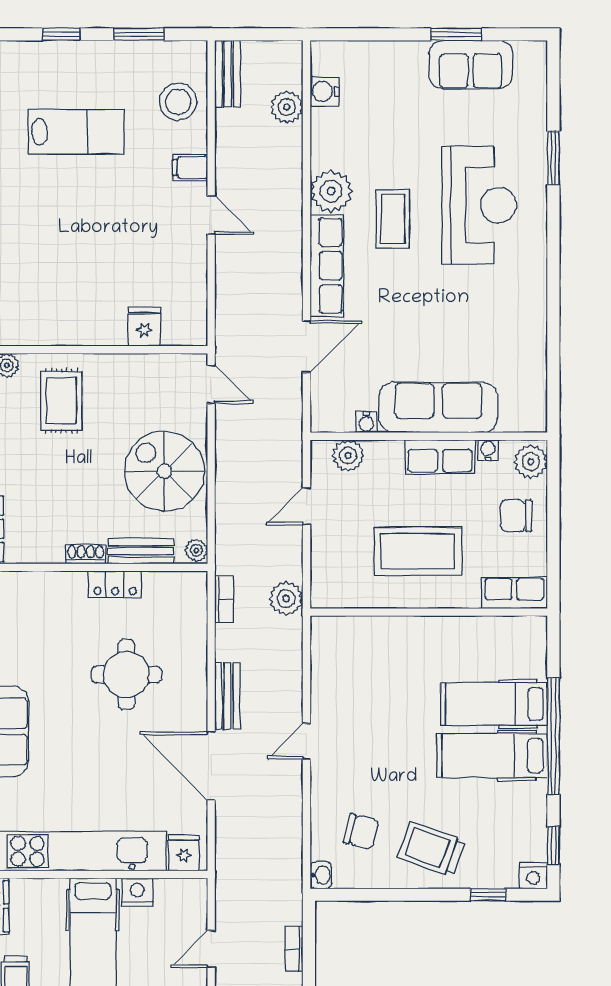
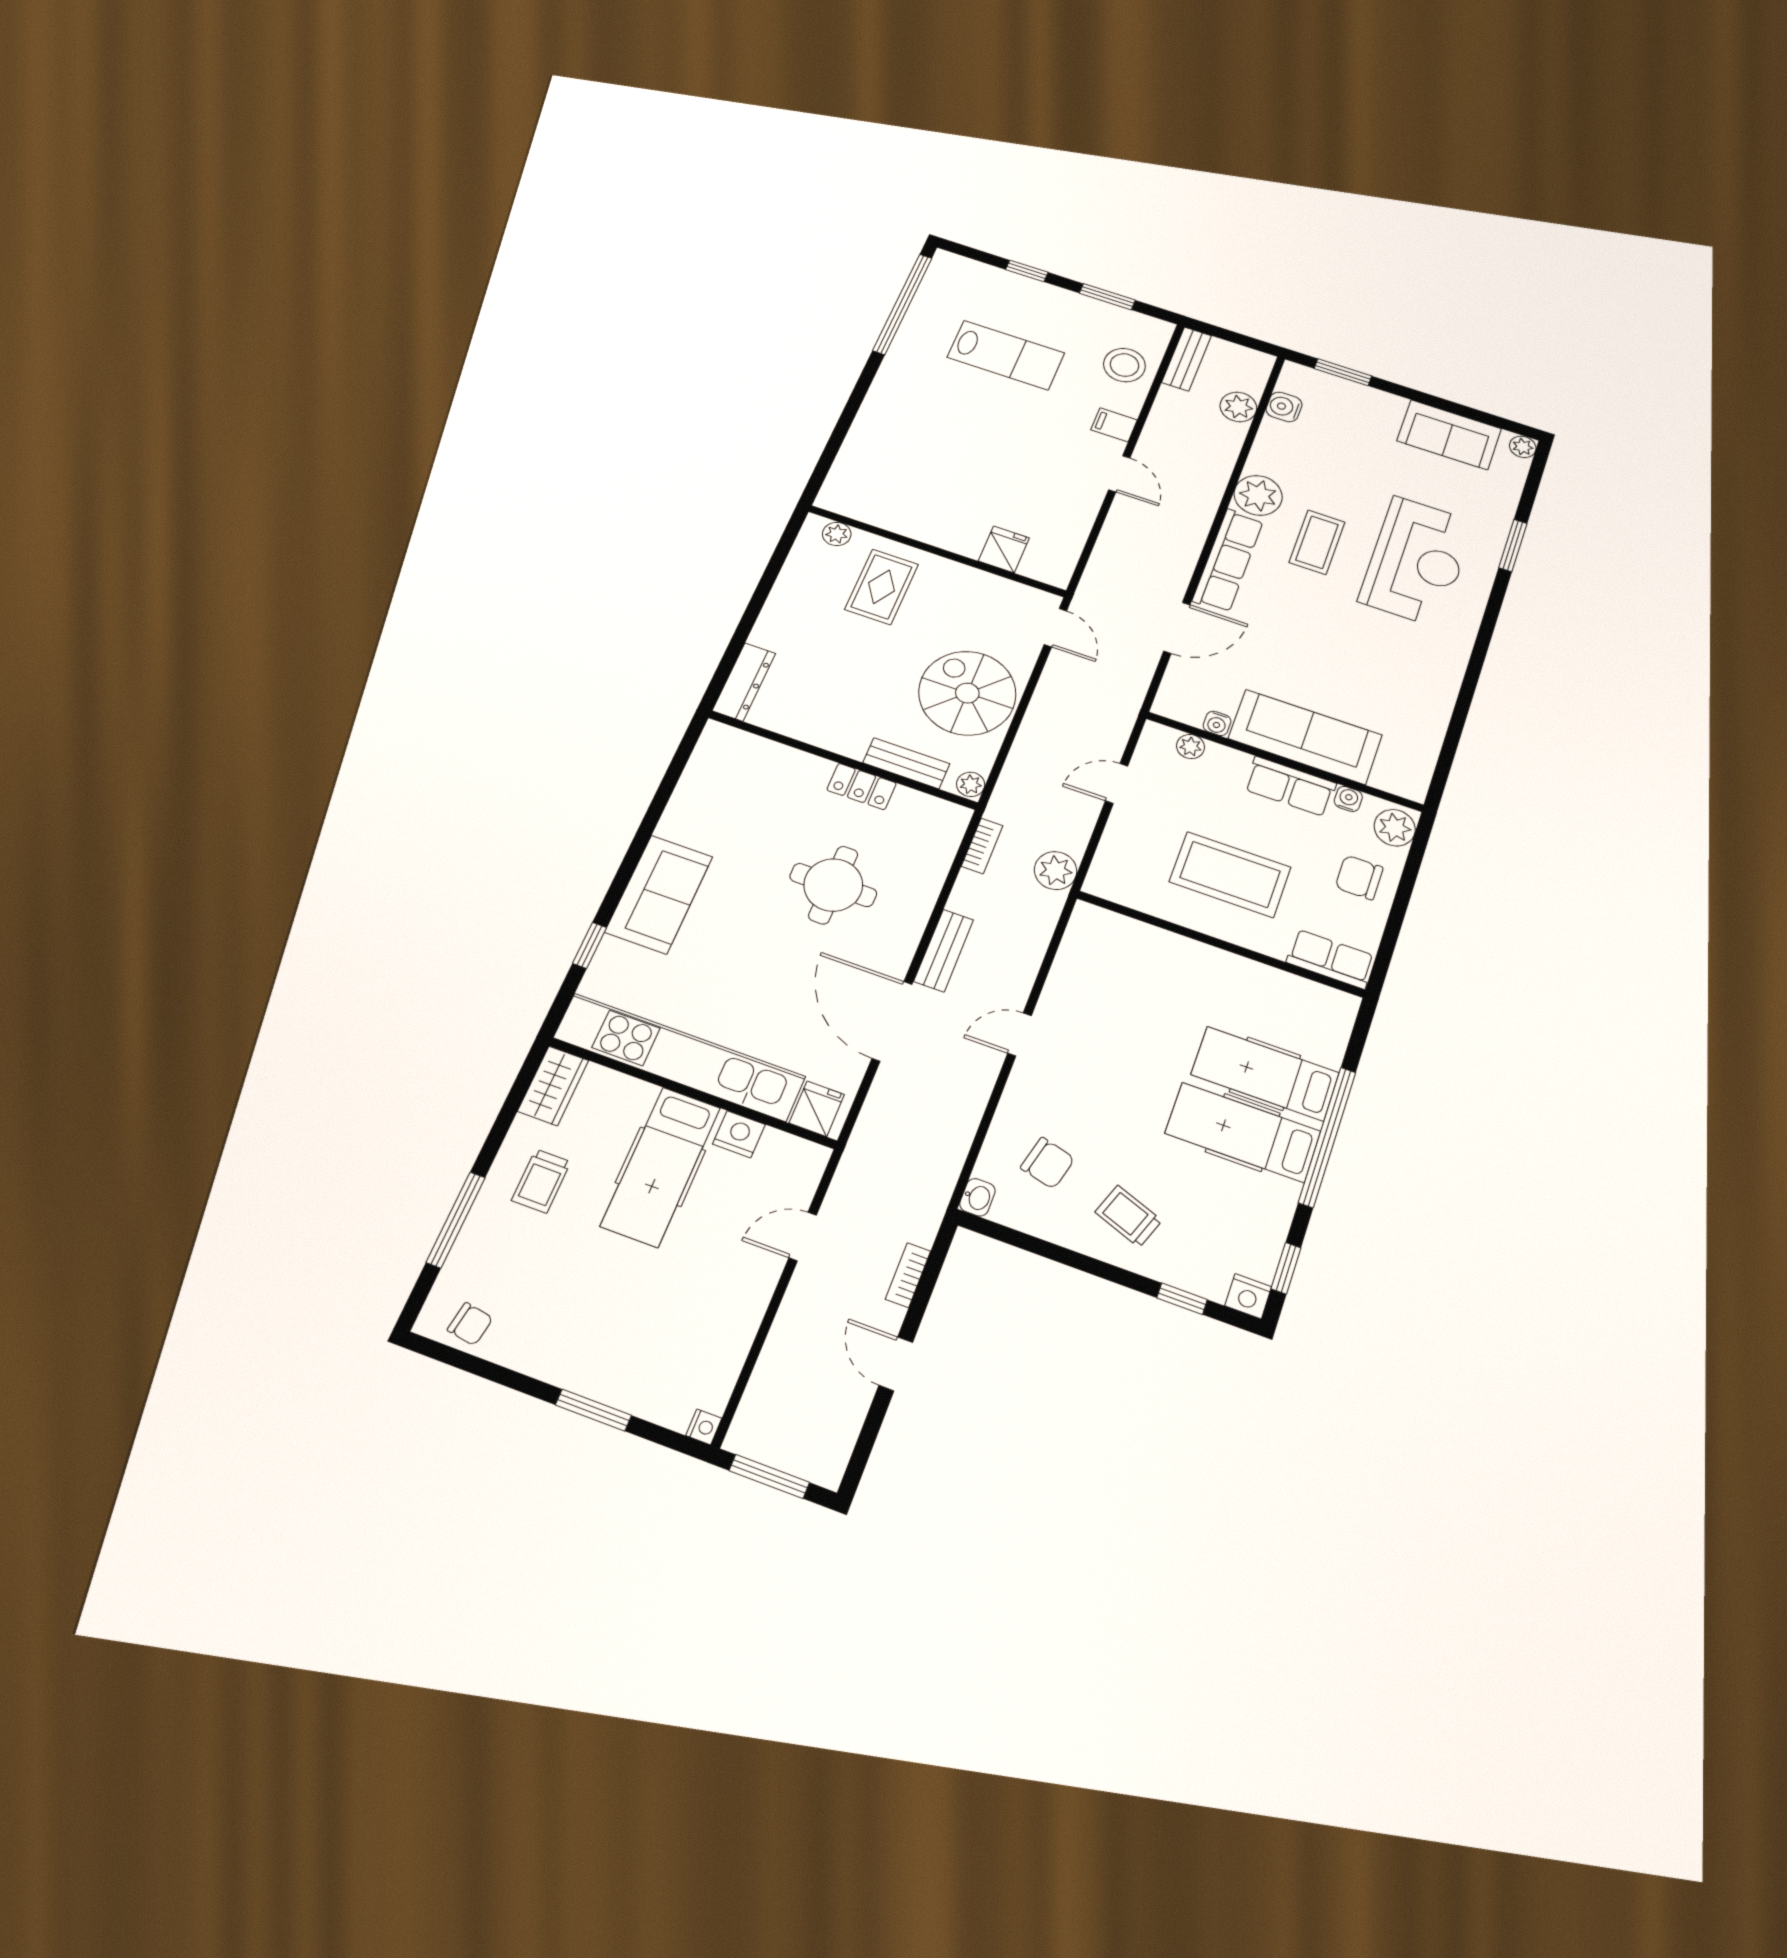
window: (456, 34) -> (1343, 372), moved
plant: (536, 52) -> (1523, 447), added
plant: (348, 456) -> (1191, 747), width x0.73, depth x0.73
shoe rack: (86, 554) -> (841, 744), removed
trolley: (431, 849) -> (1128, 1216), width x0.73, depth x0.72

